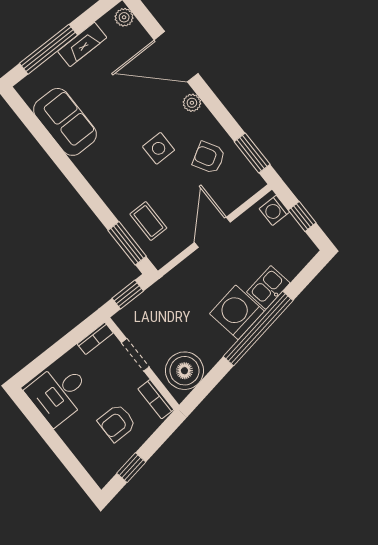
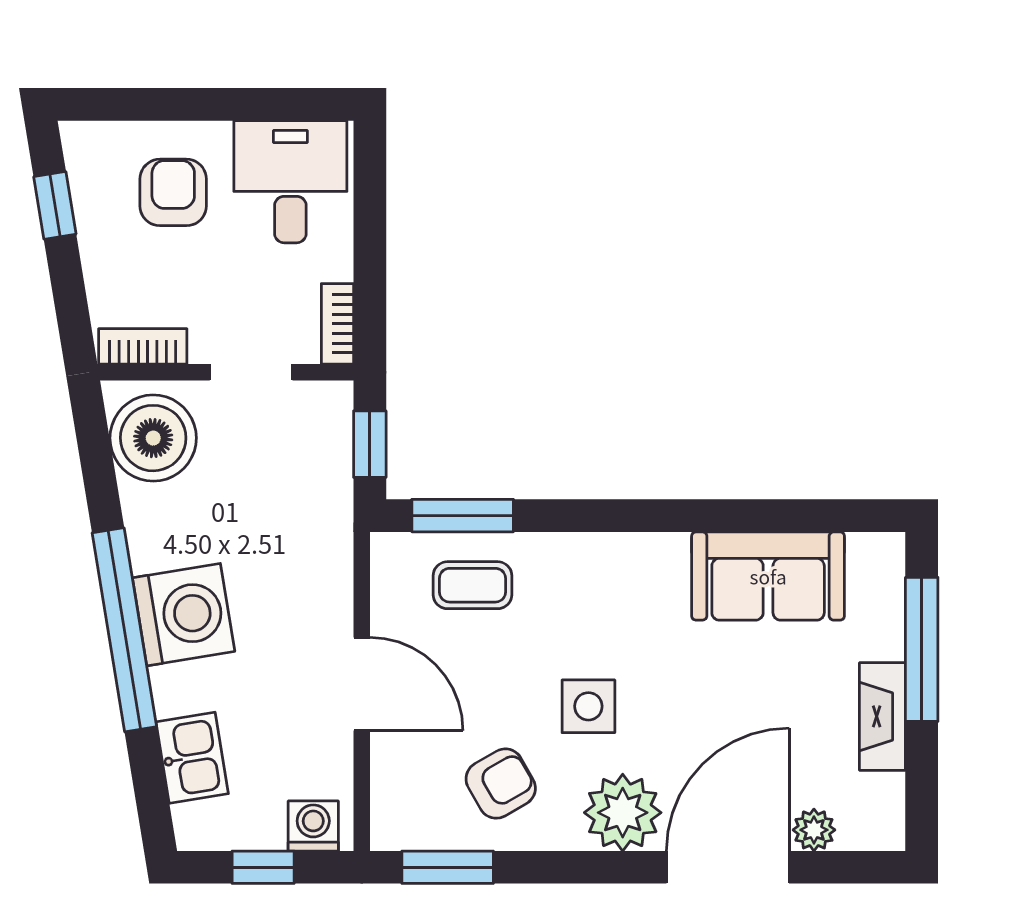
plant: (124, 17) -> (814, 830), moved
plant: (192, 103) -> (623, 813), width x1.87, depth x1.87
kitchen sink: (268, 287) -> (192, 758), moved
armchair: (117, 423) -> (173, 192), moved

